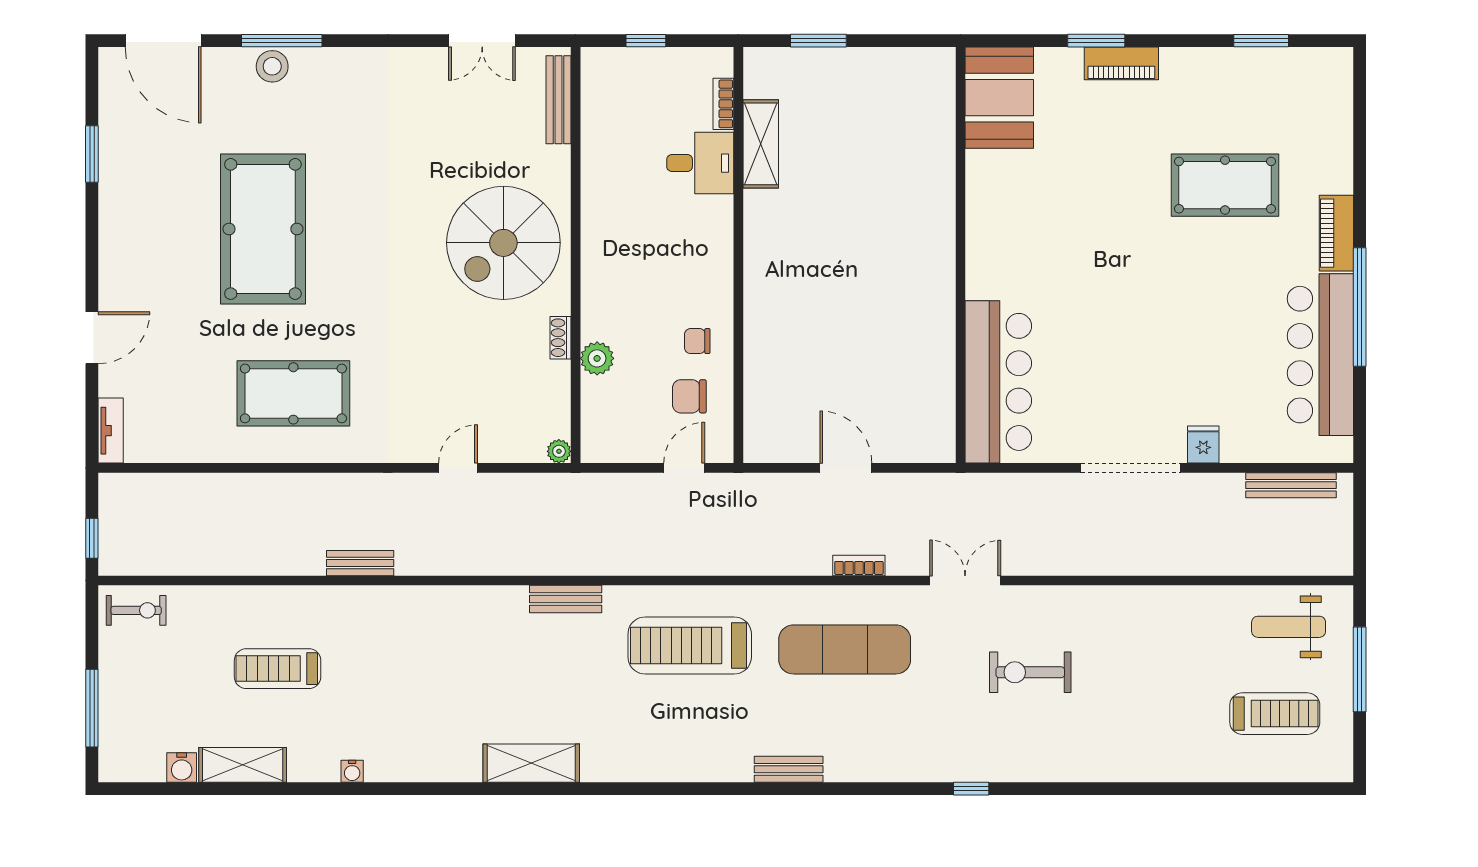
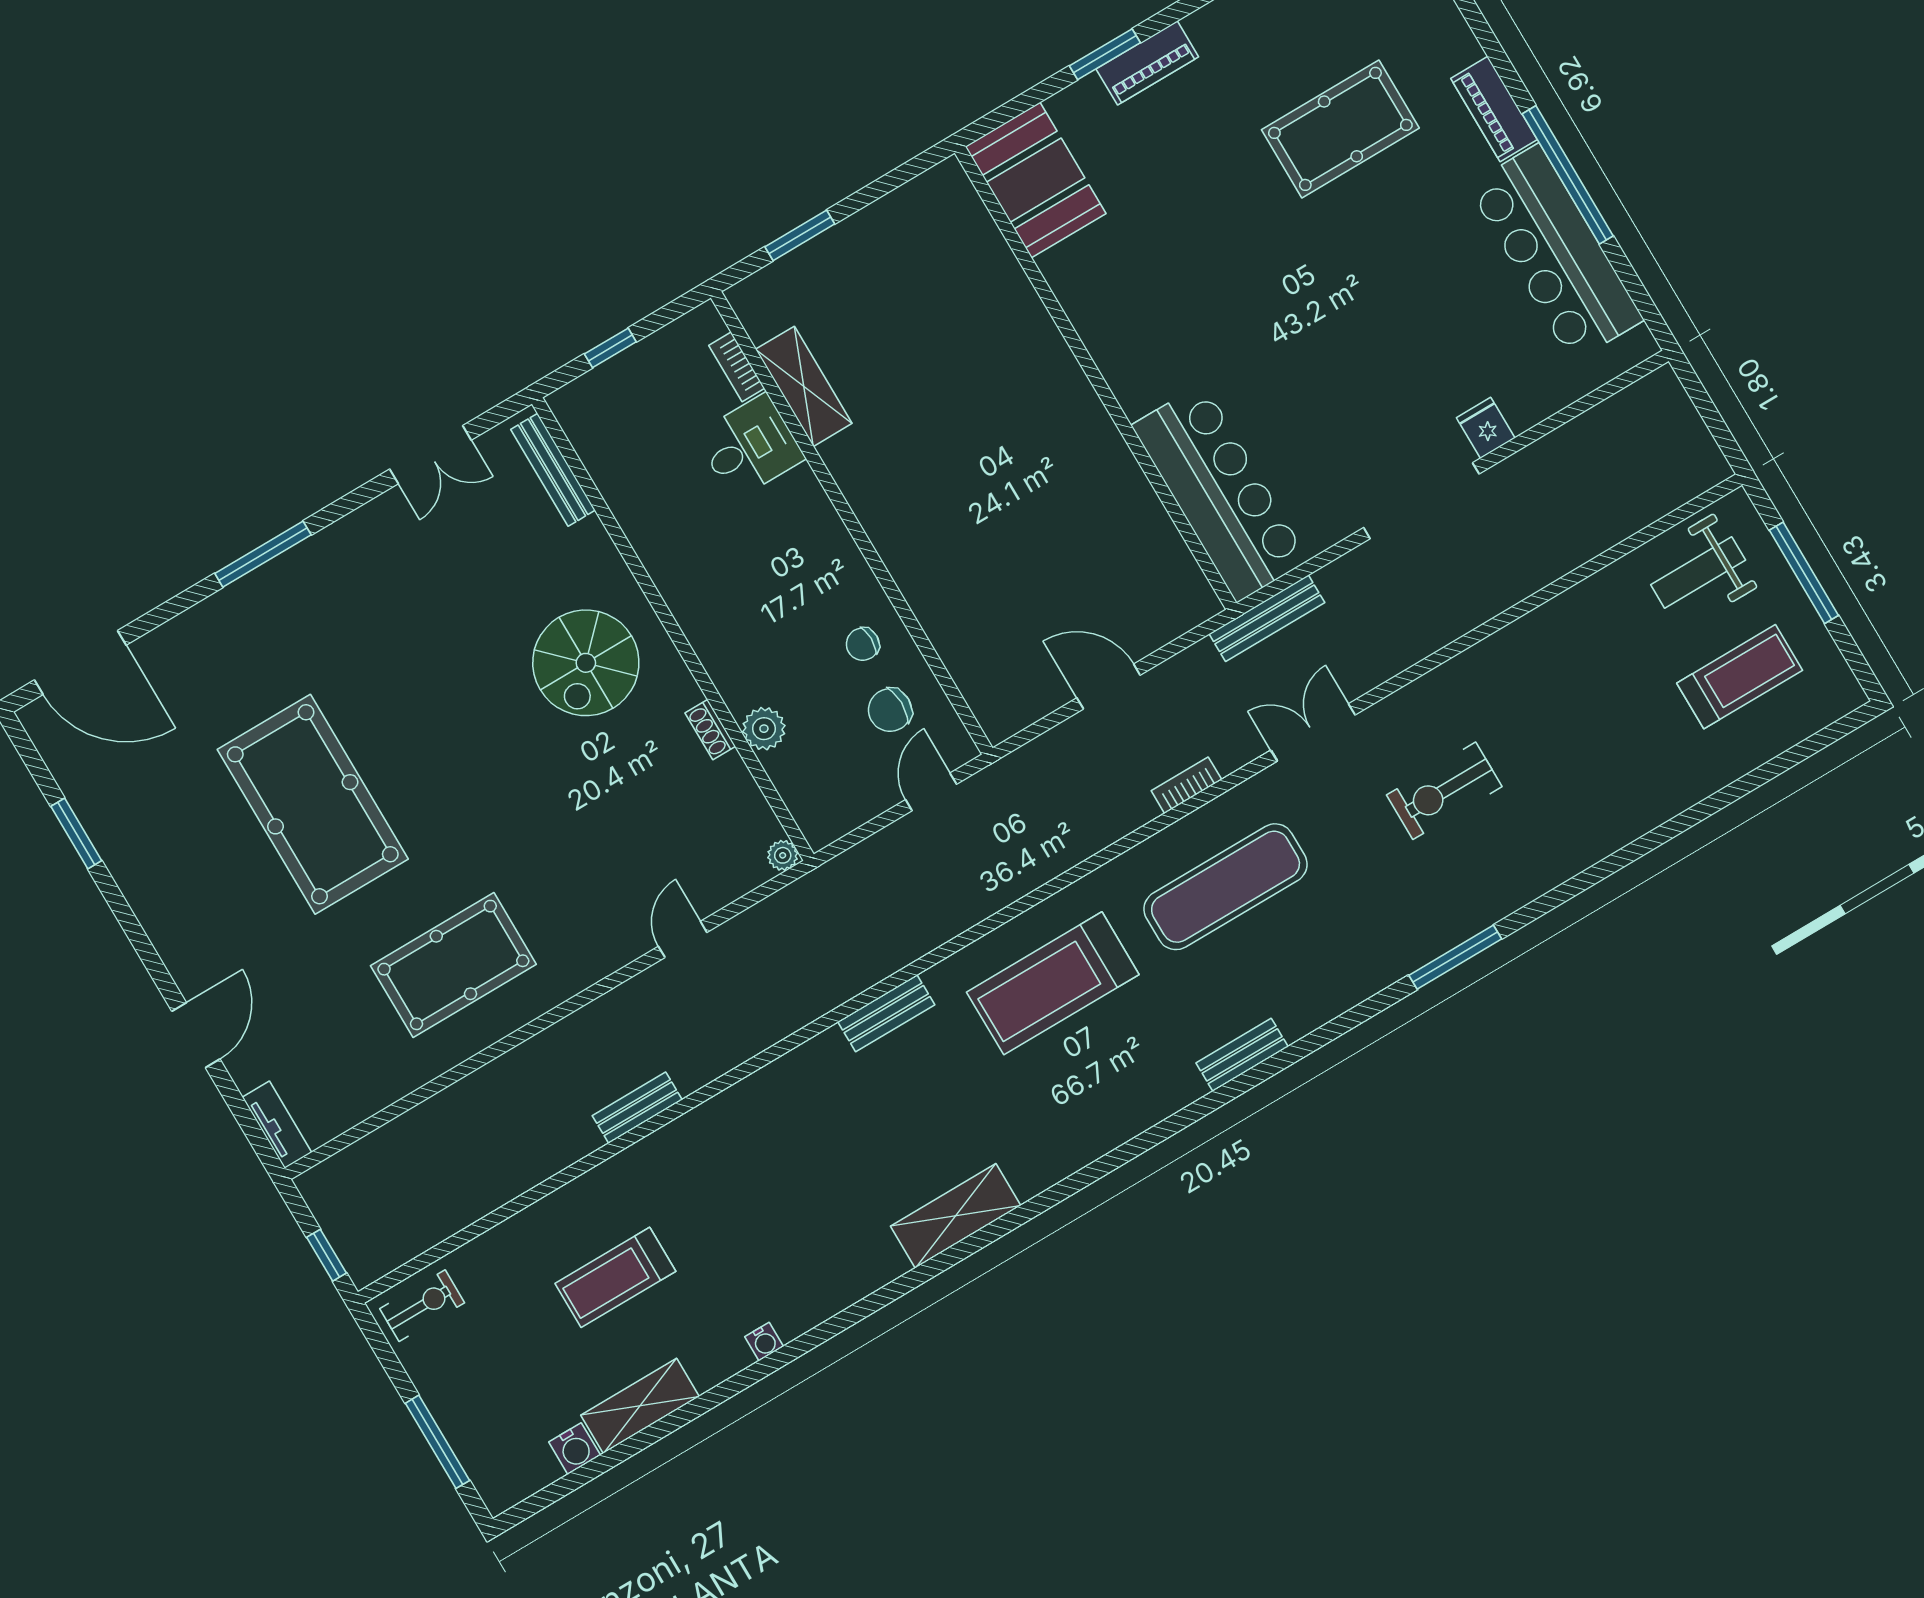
window: (282, 41) -> (263, 554), moved
stool: (272, 66) -> (217, 620), removed
spiral stairs: (503, 243) -> (586, 663), width x0.73, depth x0.73
bench: (1291, 485) -> (1267, 618), moved
window: (971, 789) -> (1455, 957), width x2.17

